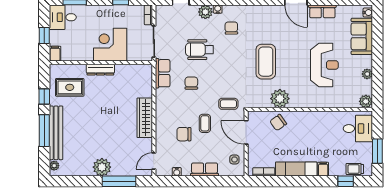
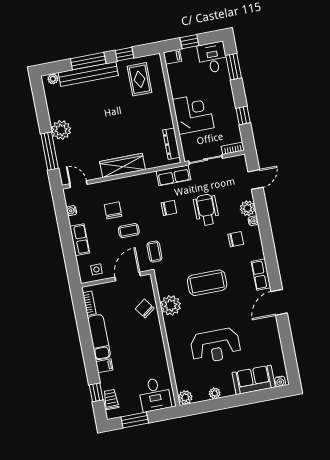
row of seats: (322, 11) -> (261, 275), moved
dresser: (100, 70) -> (171, 144), moved

